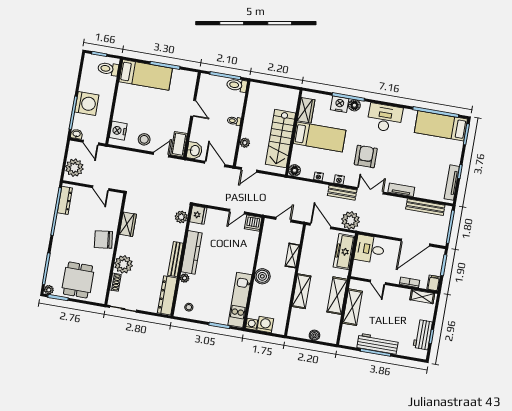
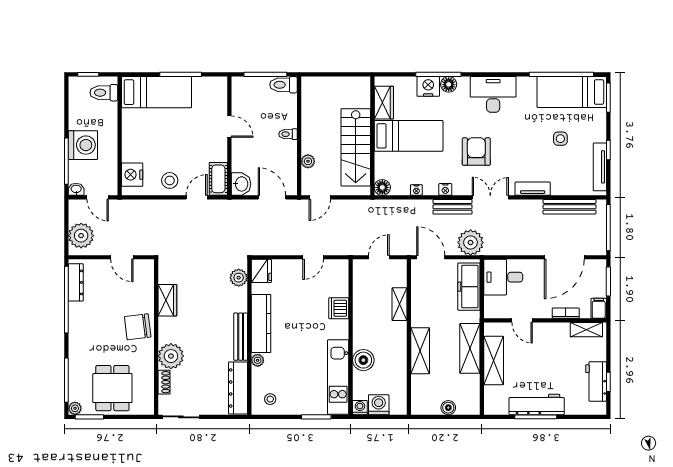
side table: (427, 158) -> (560, 139), added
dishwasher: (253, 223) -> (339, 308), moved, turned 90
boiler: (262, 276) -> (363, 360), moved

